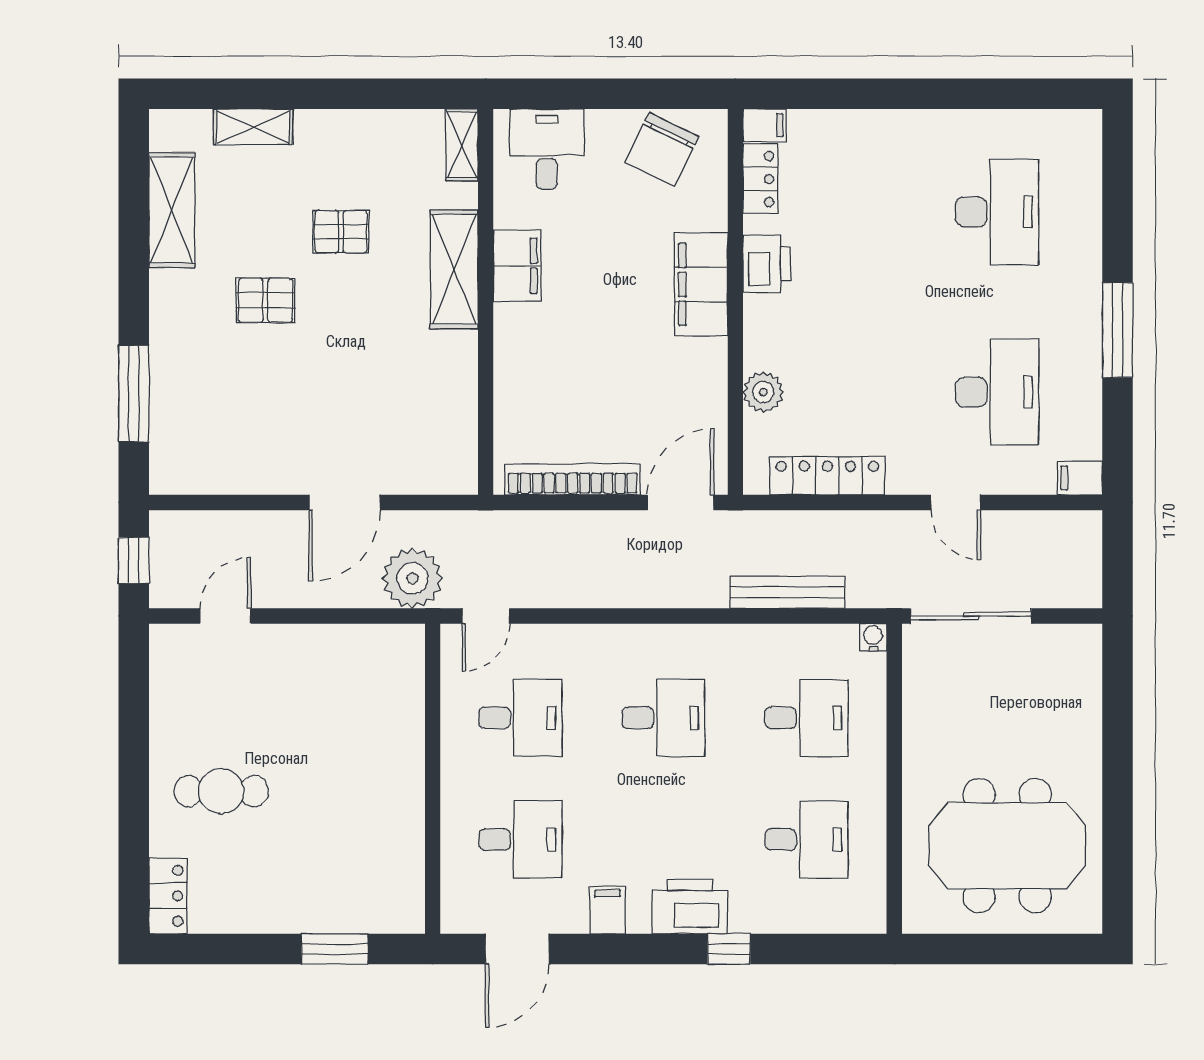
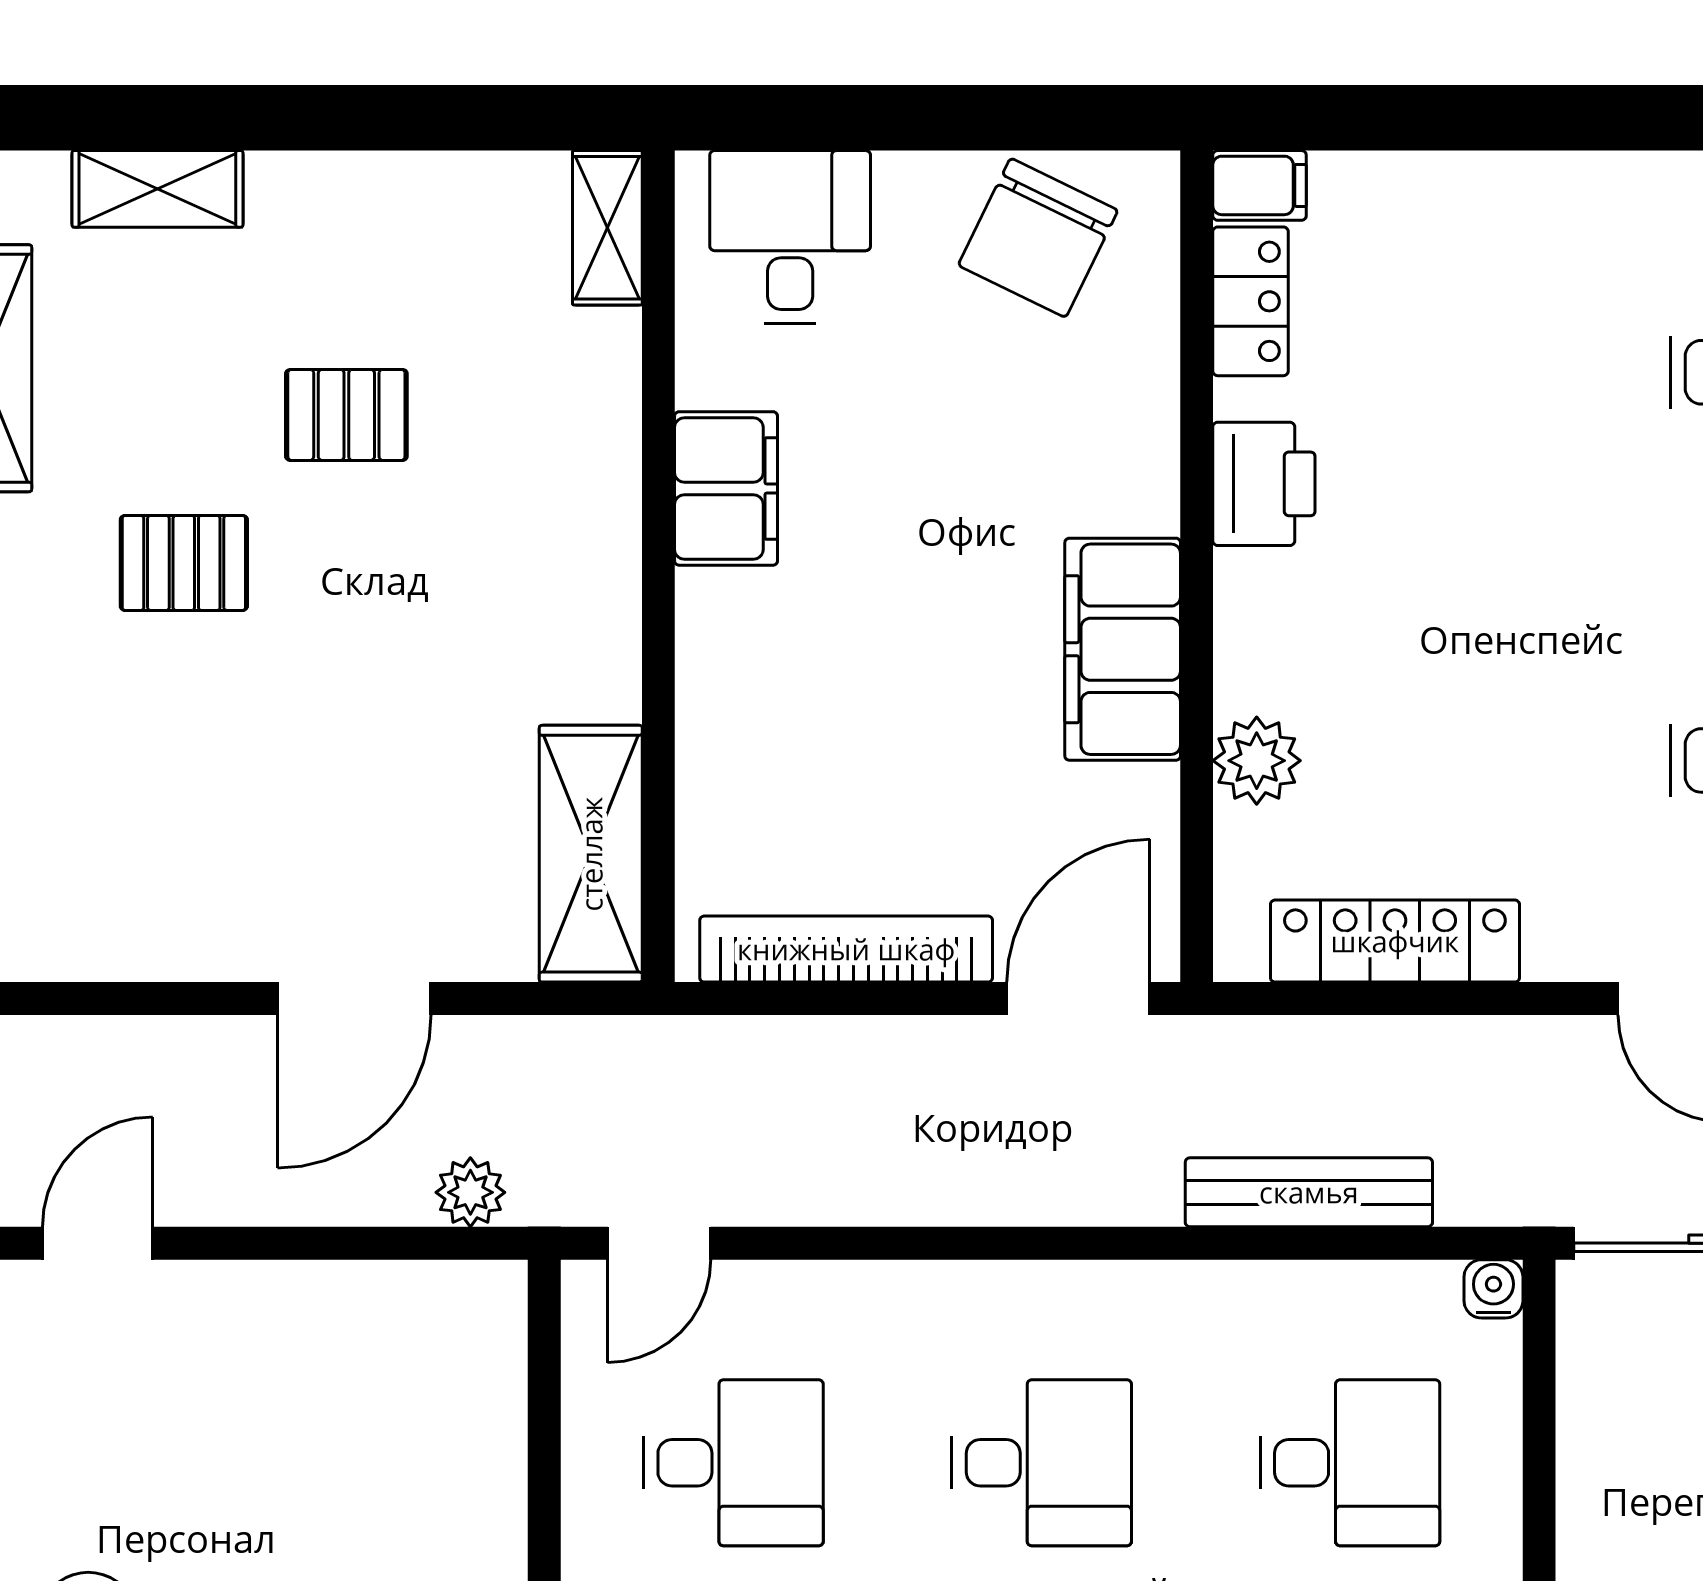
shelving: (454, 269) -> (591, 854), moved
filing cabinet: (701, 284) -> (1123, 649), moved
plant: (412, 578) -> (470, 1192), width x0.53, depth x0.53

